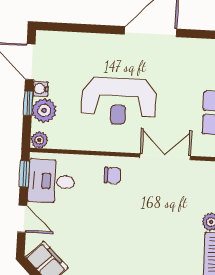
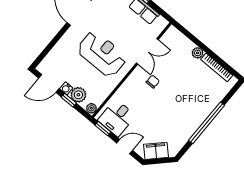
reception desk: (119, 101) -> (102, 54), turned -90
double door: (165, 157) -> (147, 51), swing flipped
chair: (112, 175) -> (153, 82), moved

